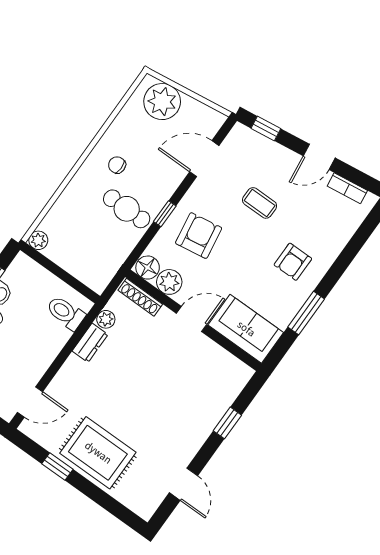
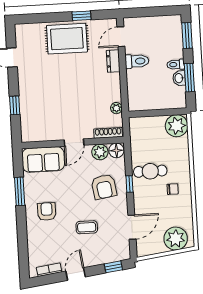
plant: (38, 240) -> (177, 126), width x1.88, depth x1.88
toilet: (66, 313) -> (137, 61), moved
dresser: (90, 343) -> (113, 61), moved

